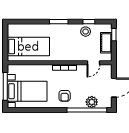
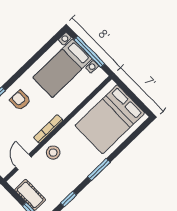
stool: (86, 32) -> (53, 153), moved
bed: (28, 46) -> (110, 119), width x1.50

